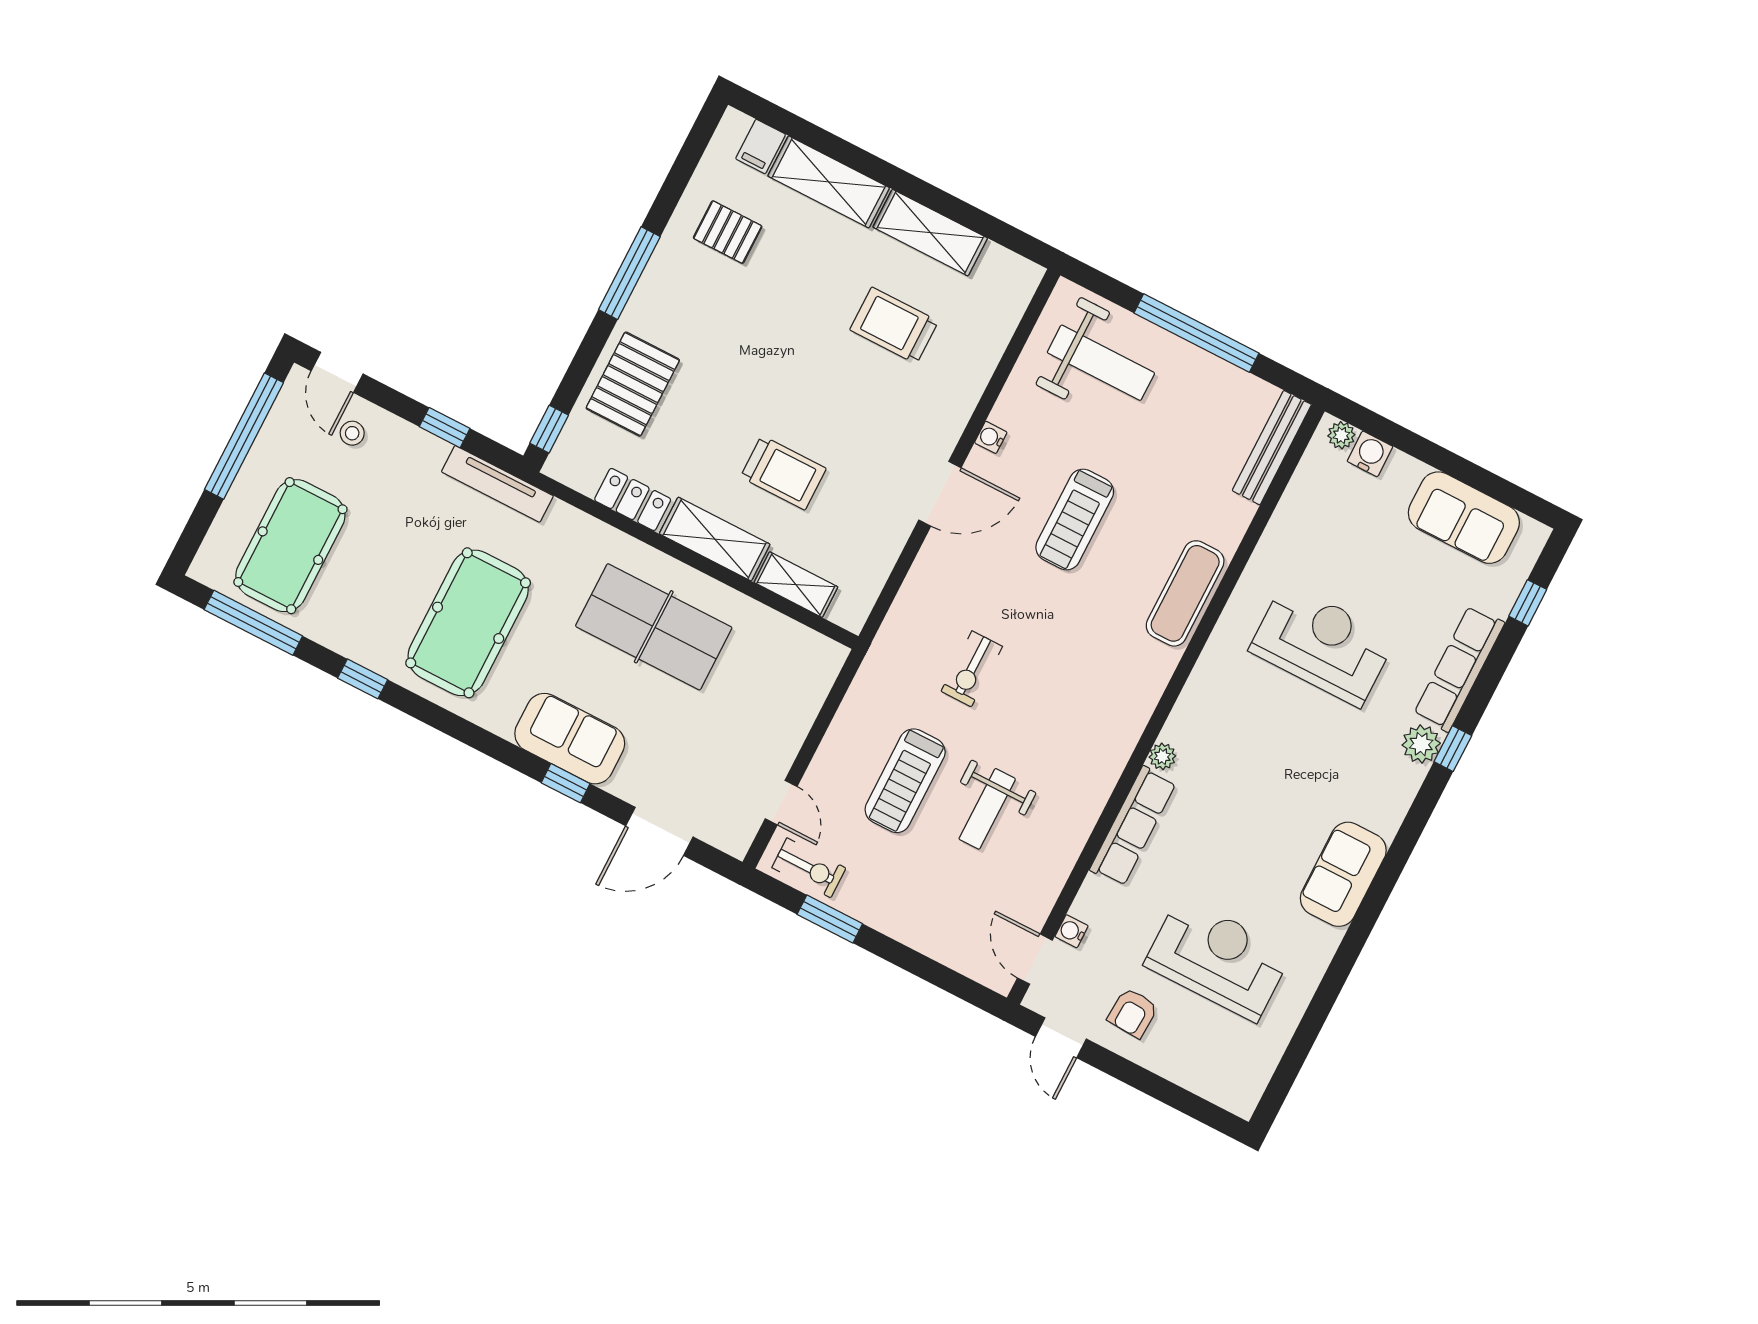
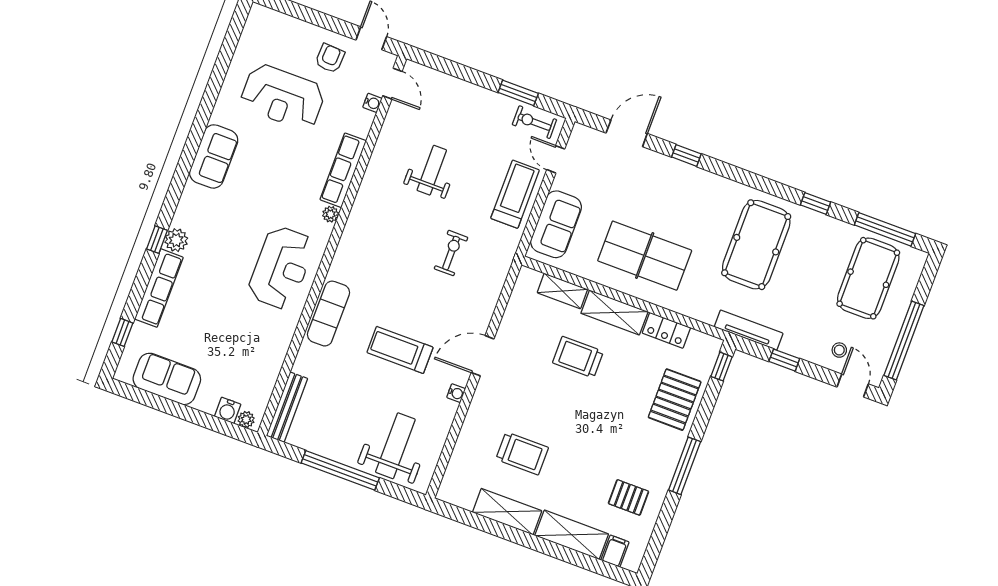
weight bench: (1101, 363) -> (395, 446), turned 90
treadmill: (1075, 520) -> (400, 350), turned -90
reception desk: (1322, 644) -> (281, 268), moved, turned -90
sofa: (570, 739) -> (556, 224), moved, turned -90
treadmill: (905, 781) -> (515, 194), moved

